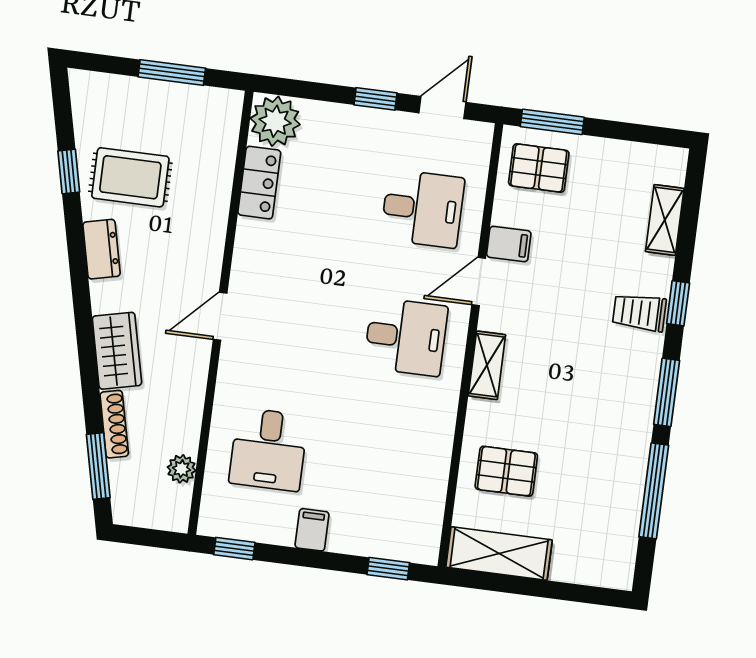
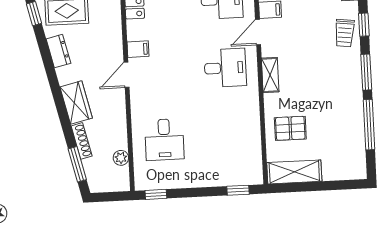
trolley: (639, 312) -> (345, 33), turned -83
filing cabinet: (312, 530) -> (138, 49), moved, turned 90

